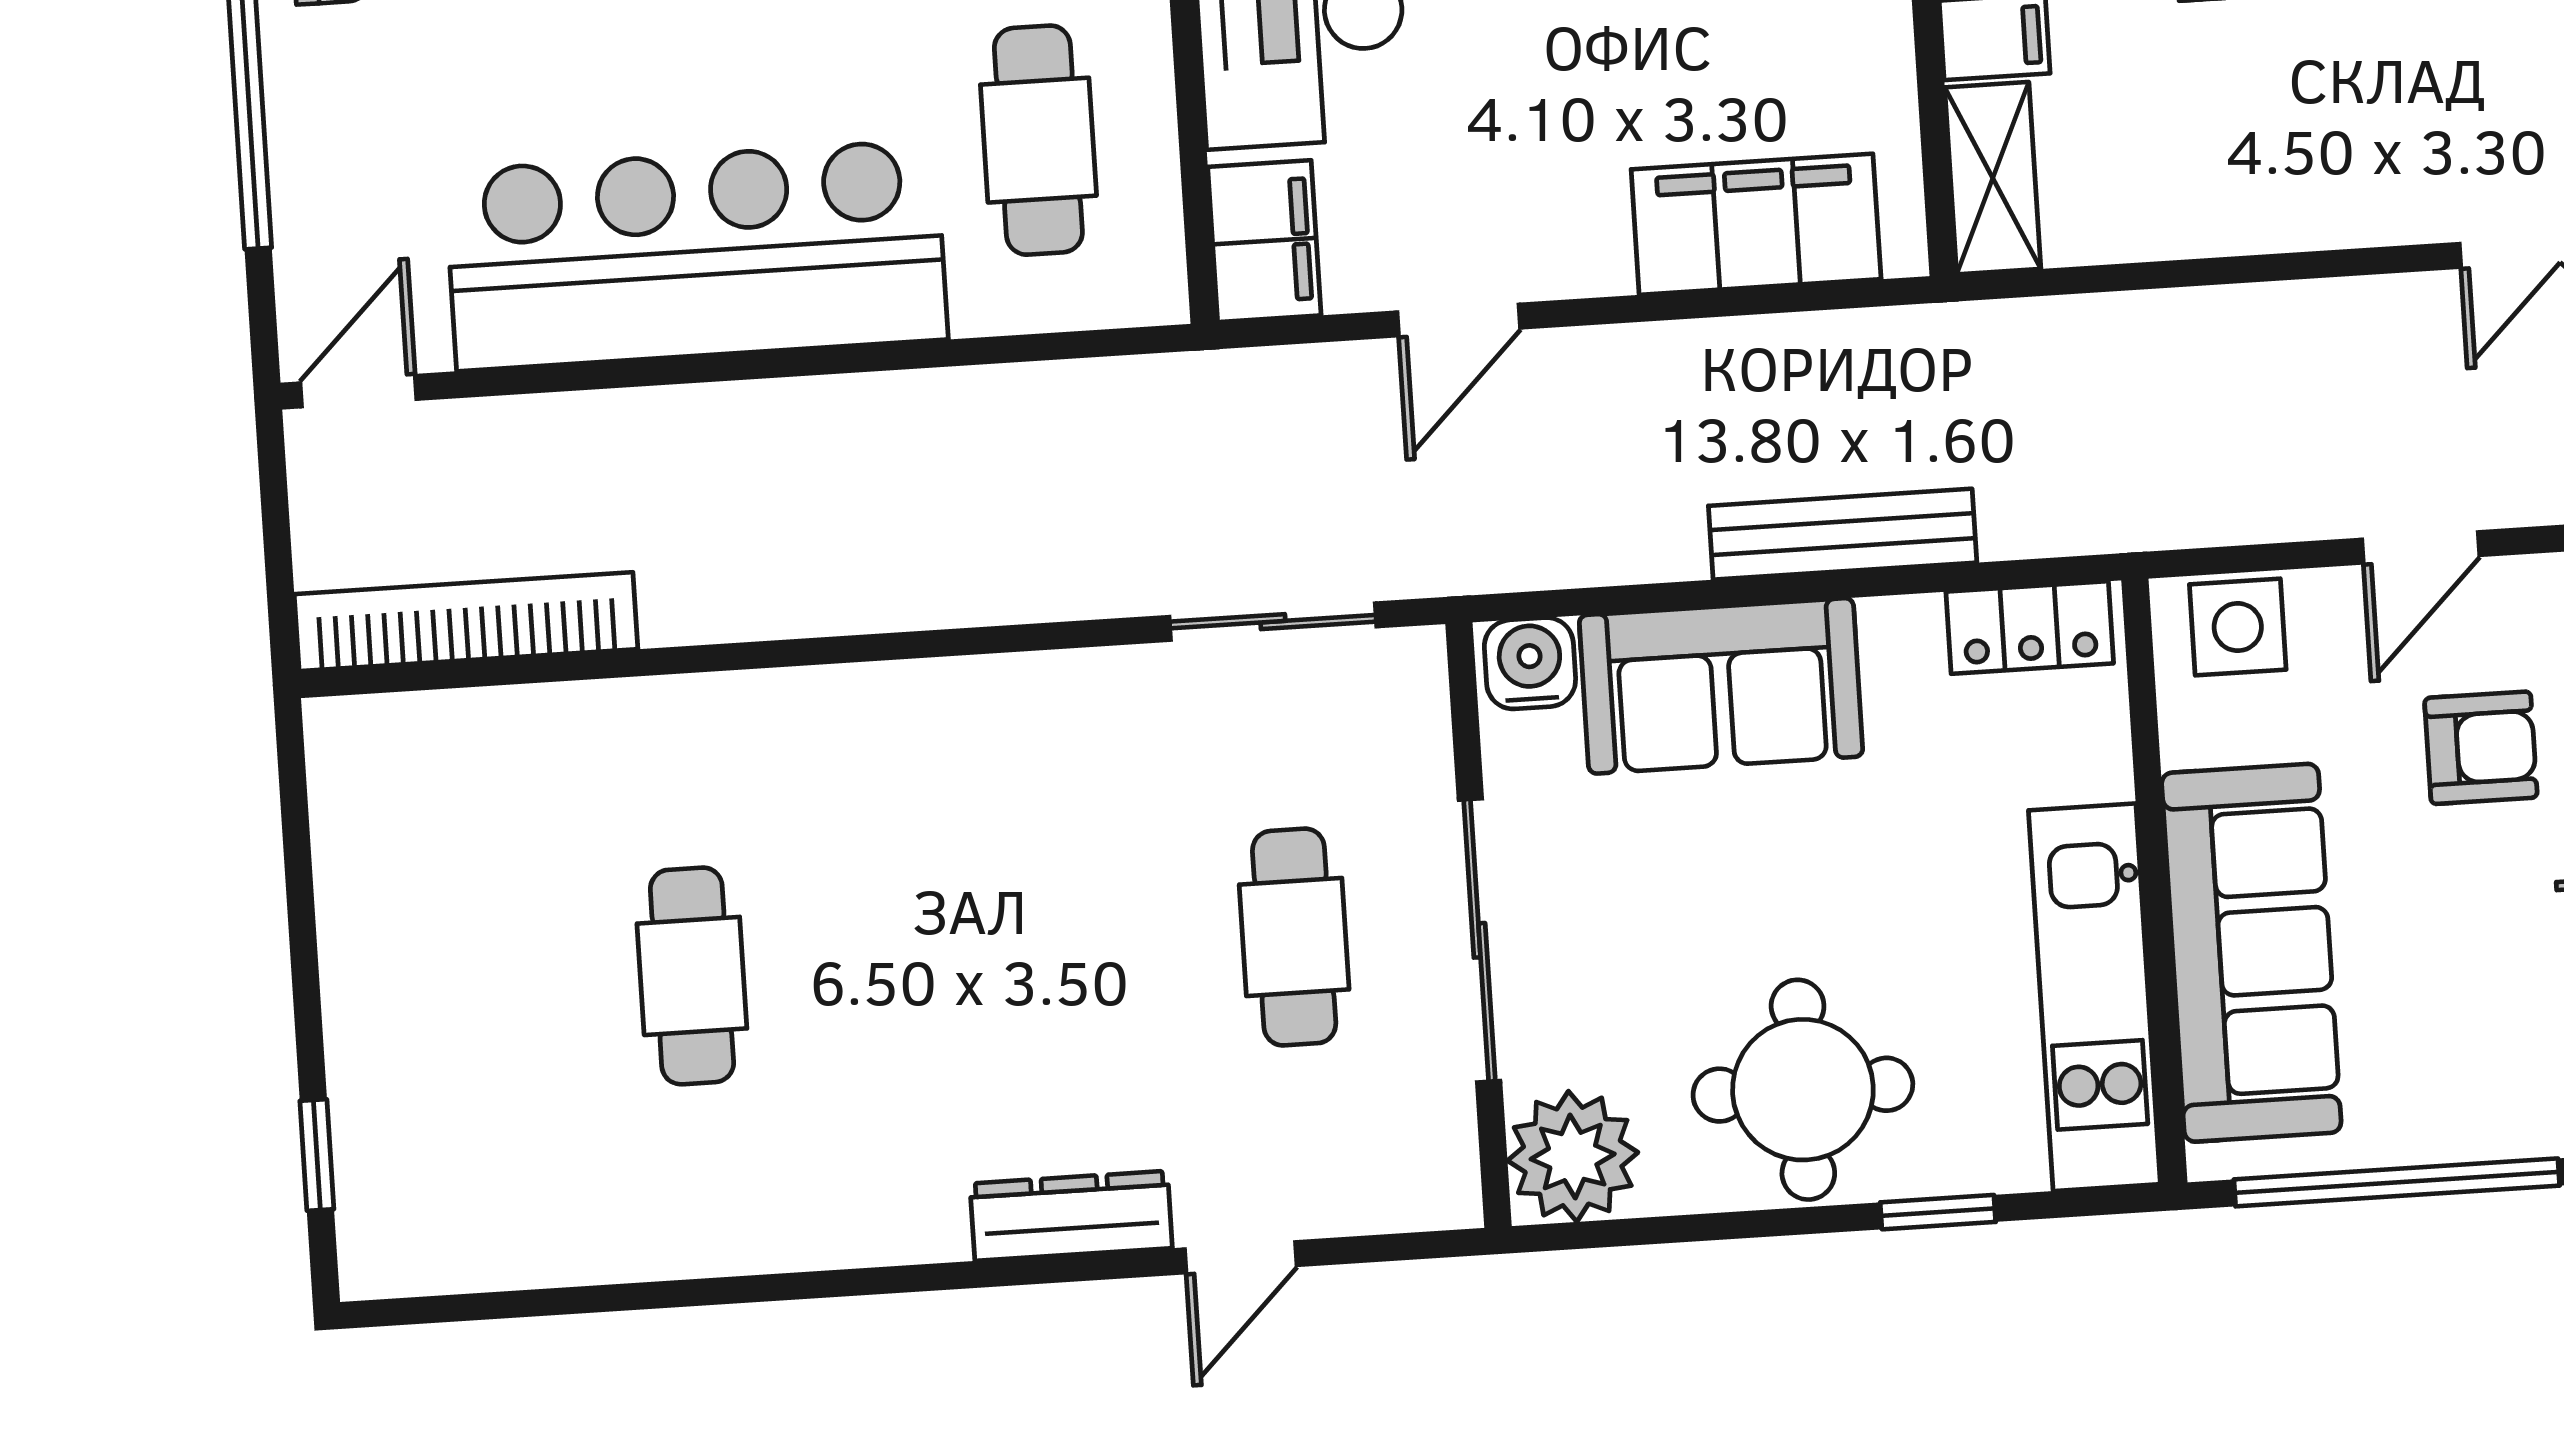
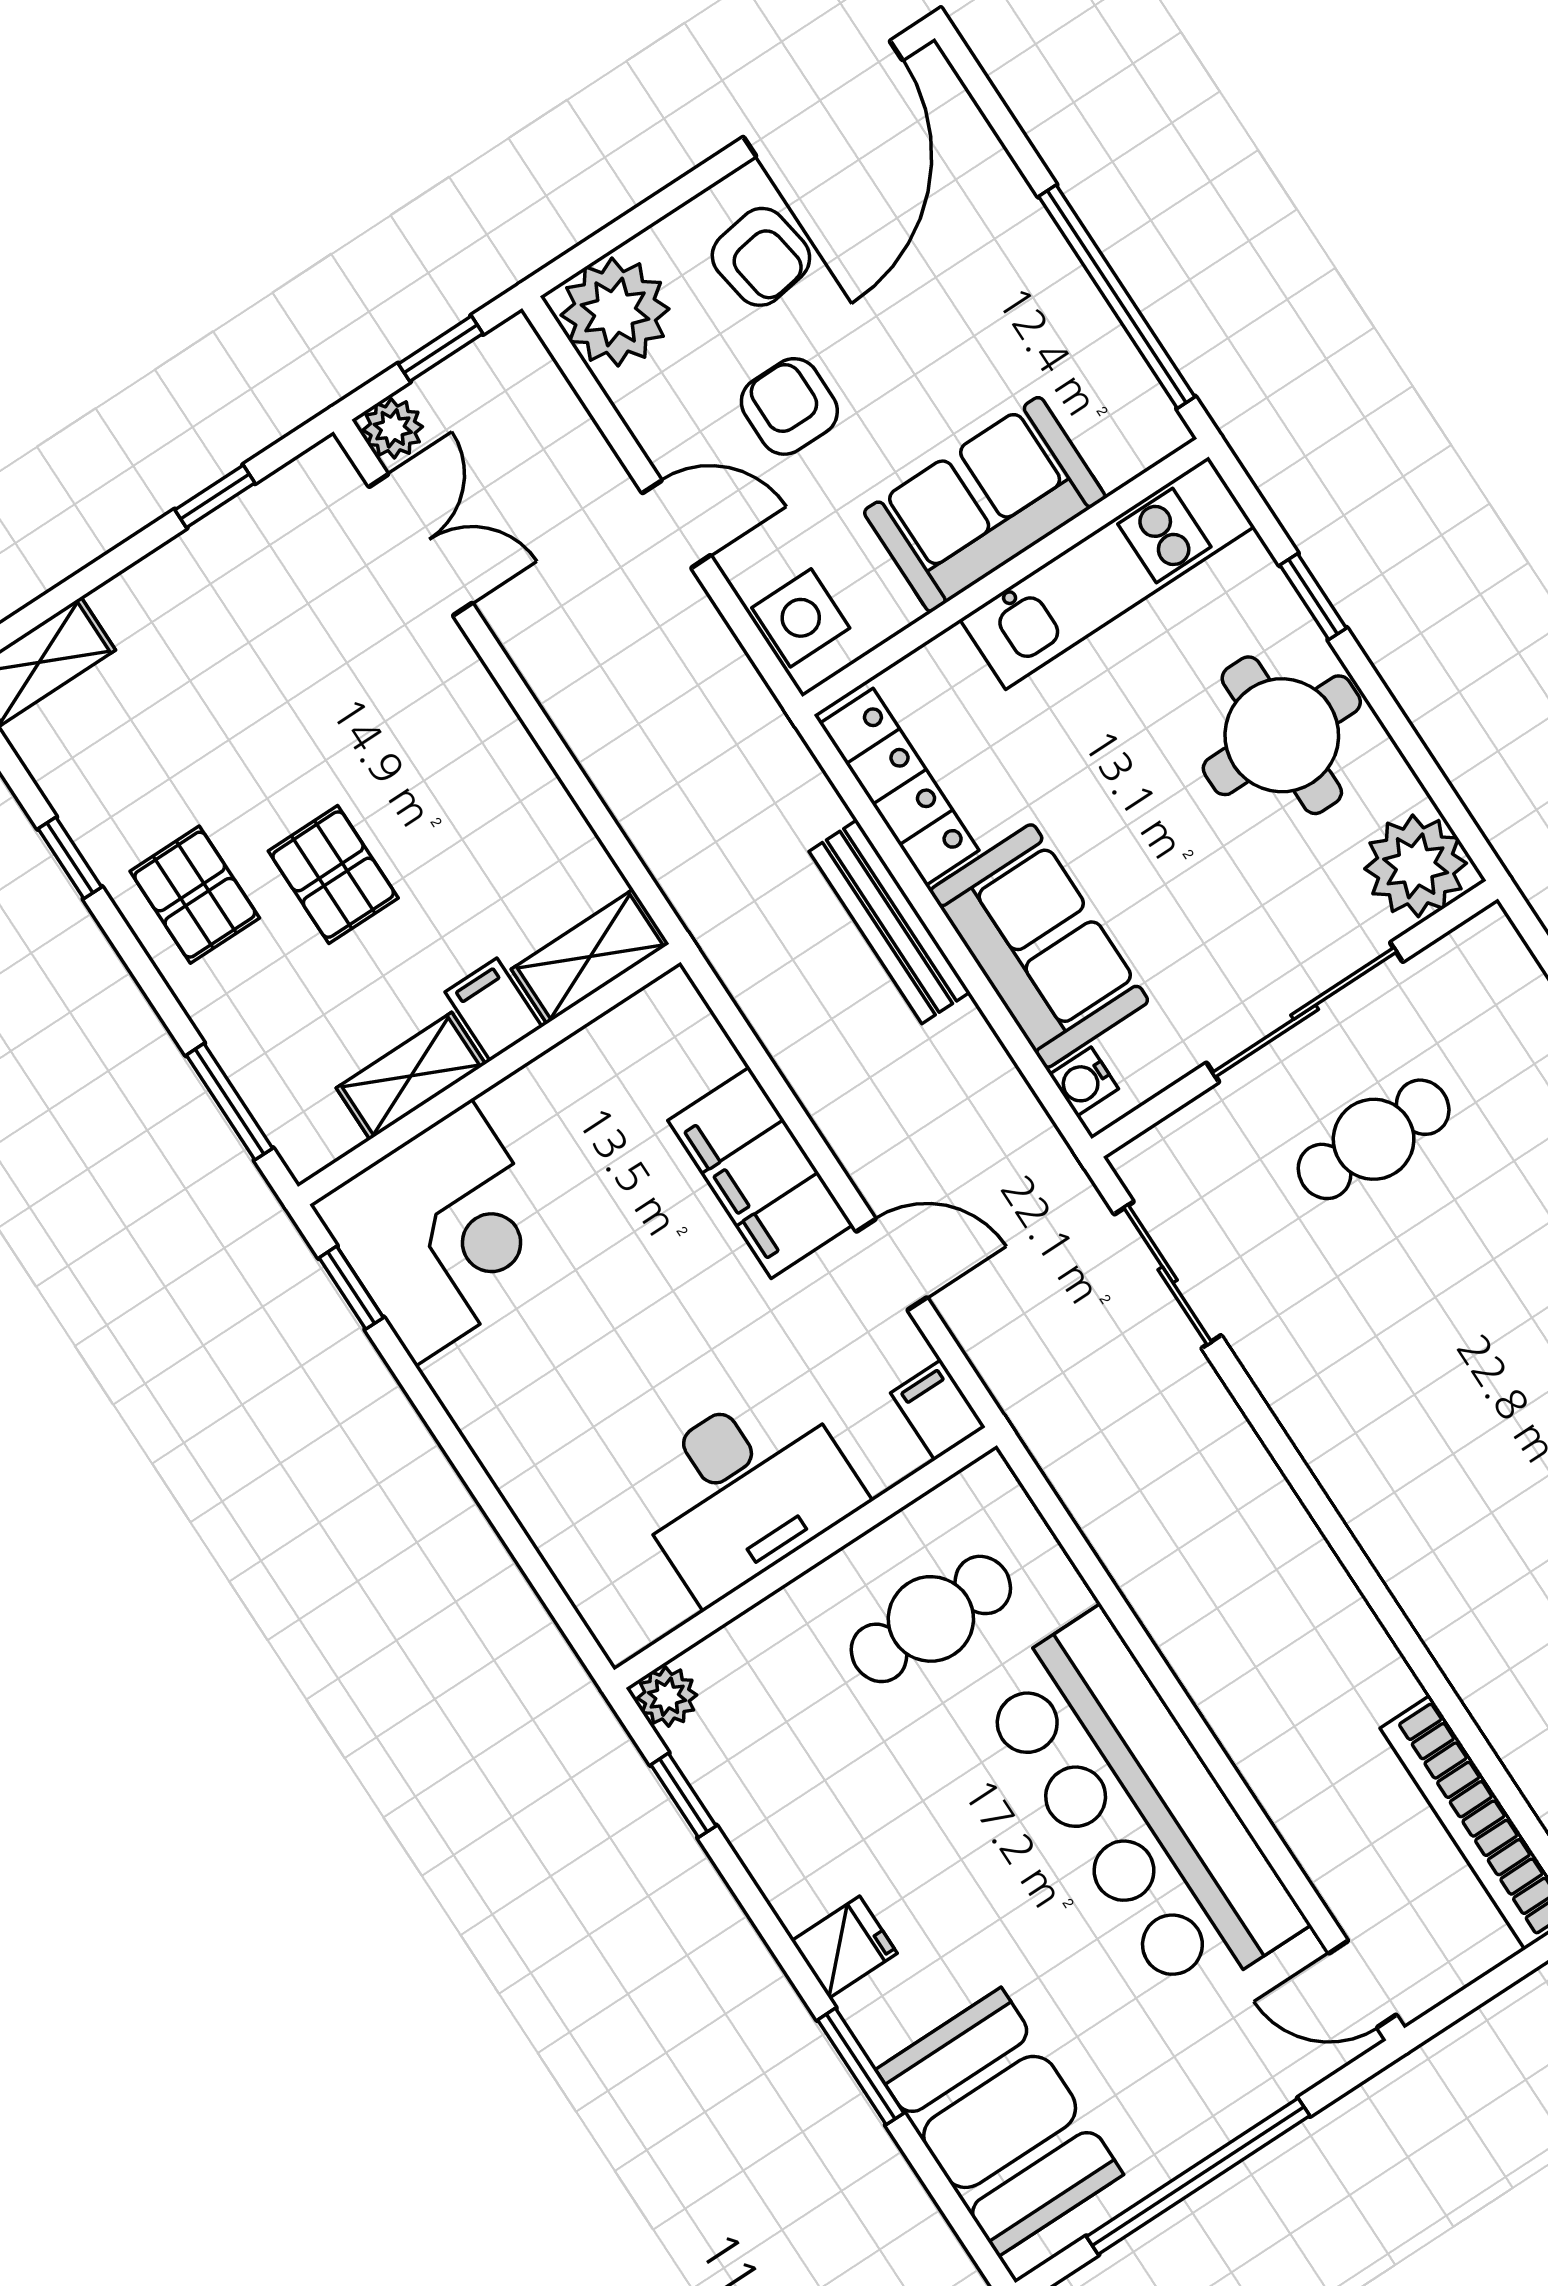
filing cabinet: (1756, 224) -> (760, 1173), moved
filing cabinet: (1264, 241) -> (938, 1410), width x0.50
locker: (2030, 628) -> (899, 787), width x1.53
water cooler: (1530, 663) -> (1084, 1082), width x0.72, depth x0.72
sofa: (2251, 953) -> (985, 504), width x0.73

